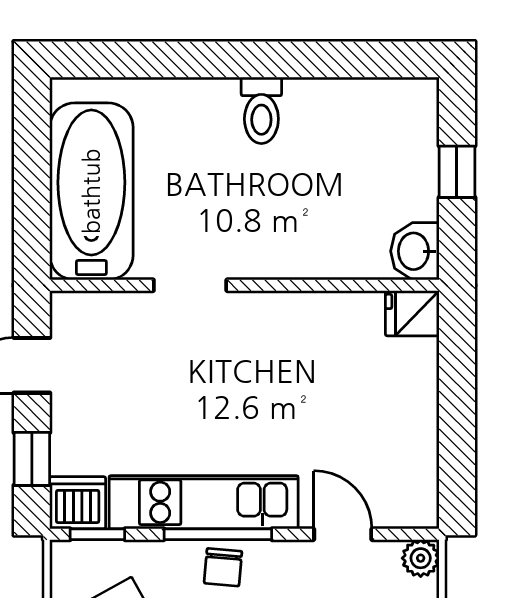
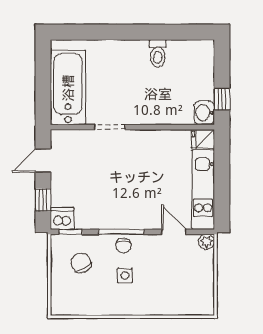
toilet: (261, 110) -> (158, 53), moved
window: (457, 172) -> (222, 99), moved
kitchen unit: (204, 502) -> (203, 190), moved, turned -90

